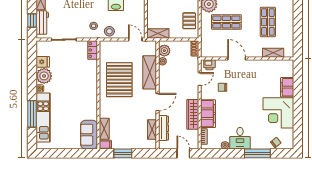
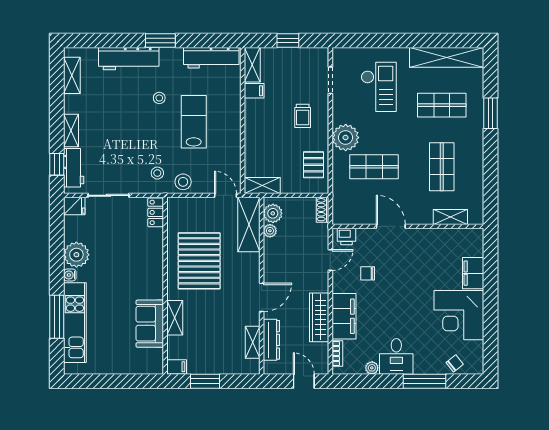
fridge: (43, 62) -> (74, 206), moved
shelving: (150, 72) -> (249, 224), moved
shelving: (104, 129) -> (175, 318), moved
sofa: (89, 135) -> (150, 324), moved

